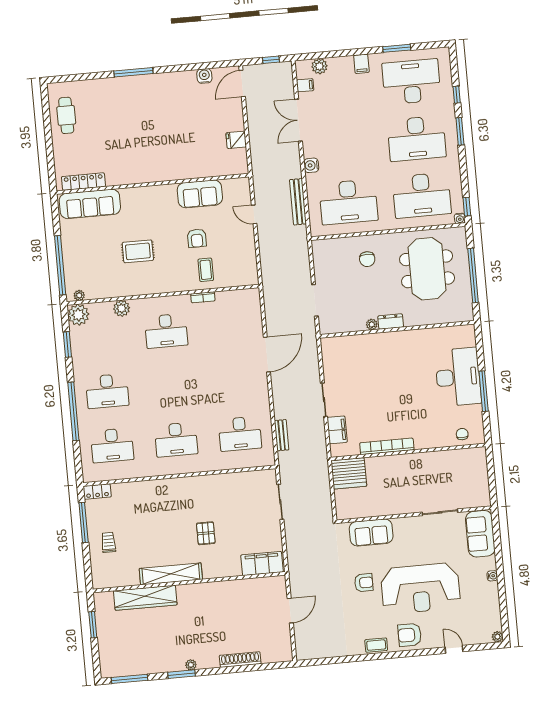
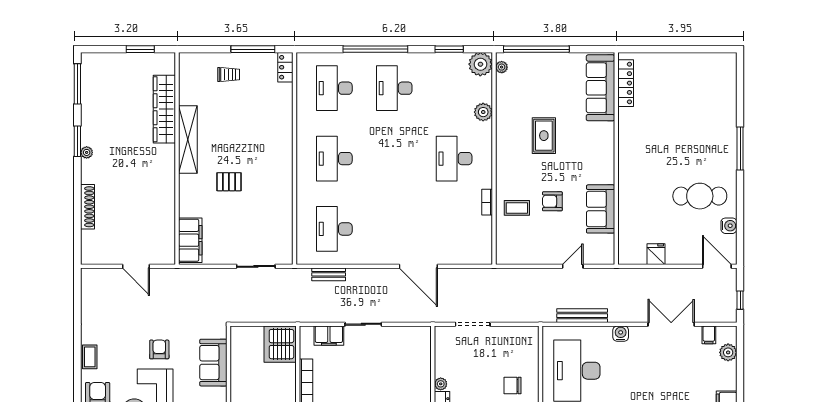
cafe table: (66, 115) -> (700, 196), moved, width x1.37, depth x1.35
armchair: (364, 583) -> (159, 349), turned 180

